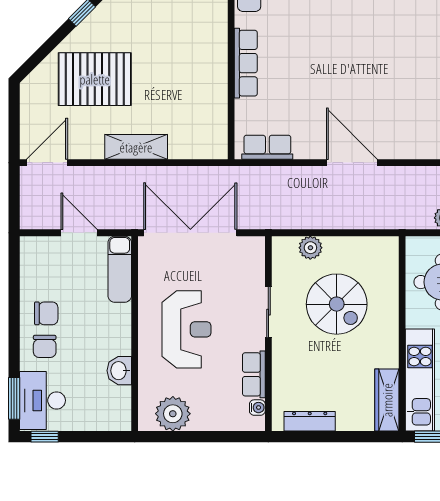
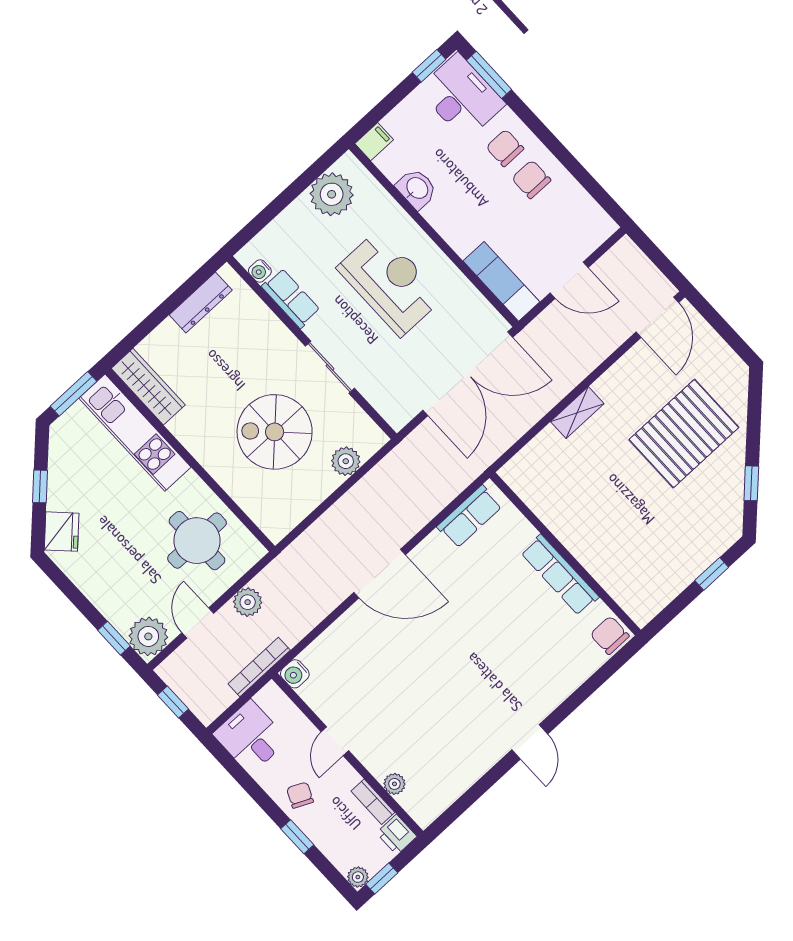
shelving: (136, 147) -> (577, 413), width x0.67, depth x0.75
chair: (46, 313) -> (531, 179), turned 90
reception desk: (187, 329) -> (390, 283), turned 180
filing cabinet: (119, 422) -> (374, 142), added

